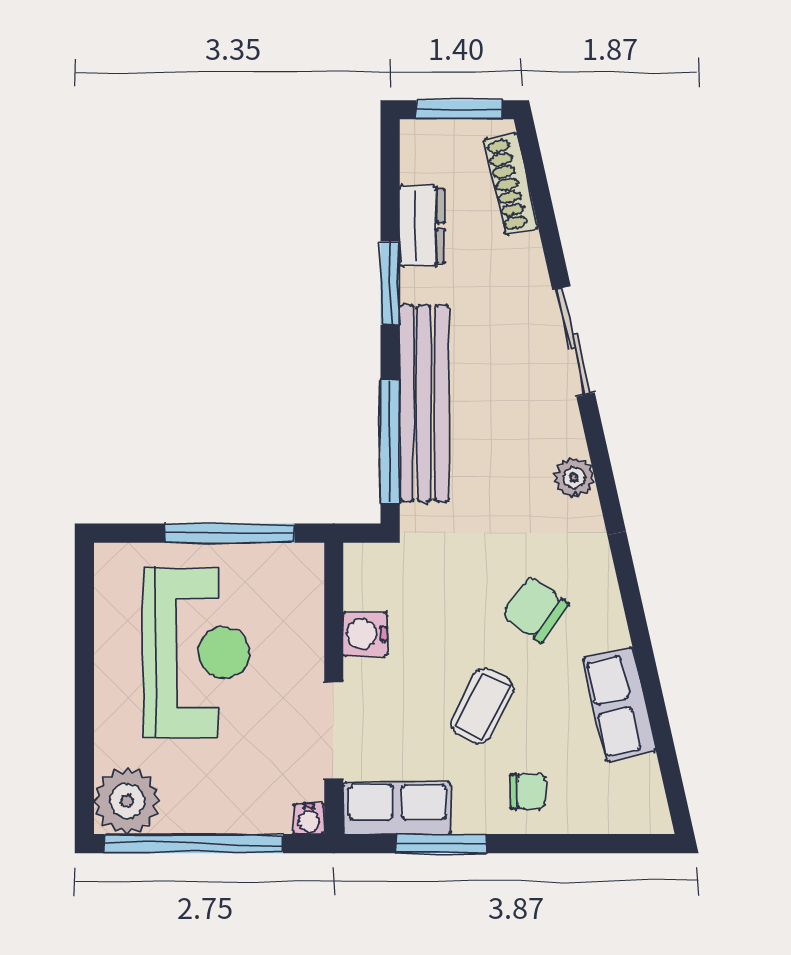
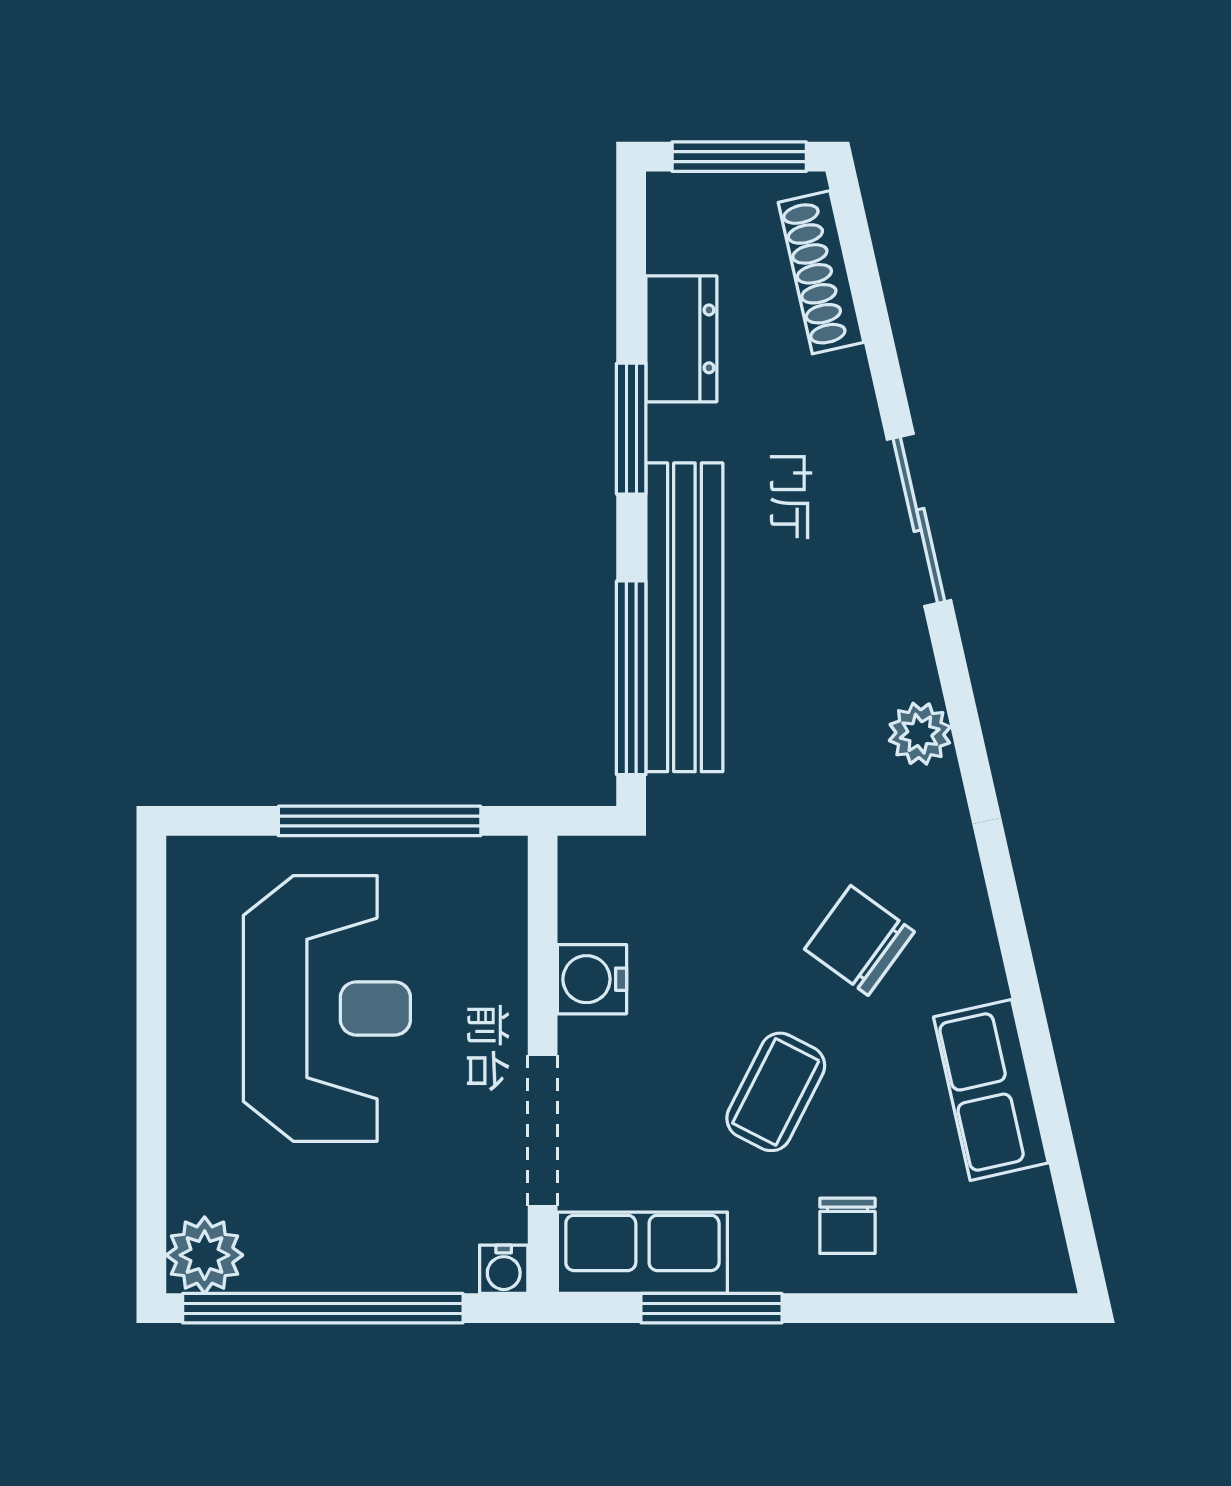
chair: (528, 791) -> (847, 1226), turned 90
plant: (127, 801) -> (205, 1255), width x0.73, depth x0.73

